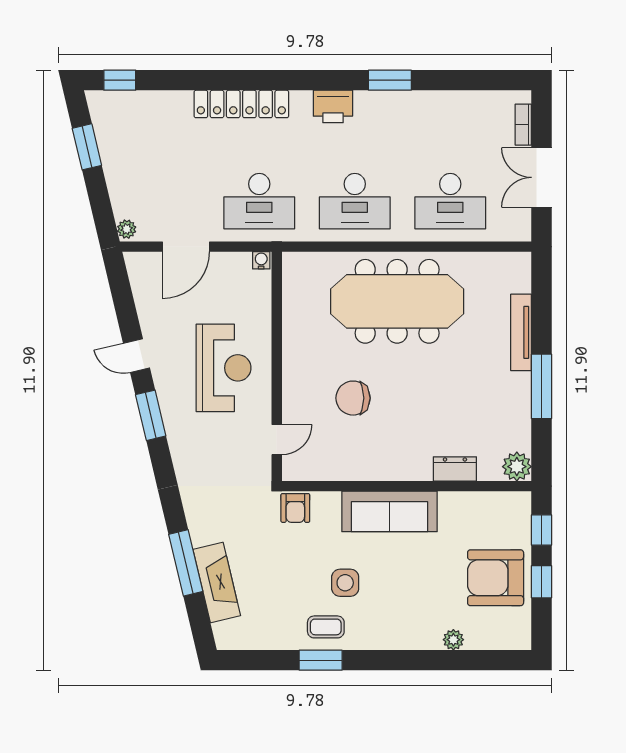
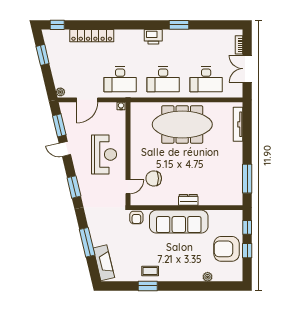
locker: (241, 104) -> (92, 36), moved
window: (124, 303) -> (59, 125), added
tv unit: (521, 332) -> (238, 124), moved
window: (541, 386) -> (247, 179), moved
chair: (353, 398) -> (154, 178), moved
window: (151, 415) -> (74, 187), moved
plant: (517, 467) -> (236, 199), removed
dresser: (455, 469) -> (188, 200), moved
sofa: (390, 511) -> (179, 222), width x1.36, depth x1.27
fireplace: (217, 583) -> (104, 263), moved
side table: (345, 583) -> (159, 251), removed

